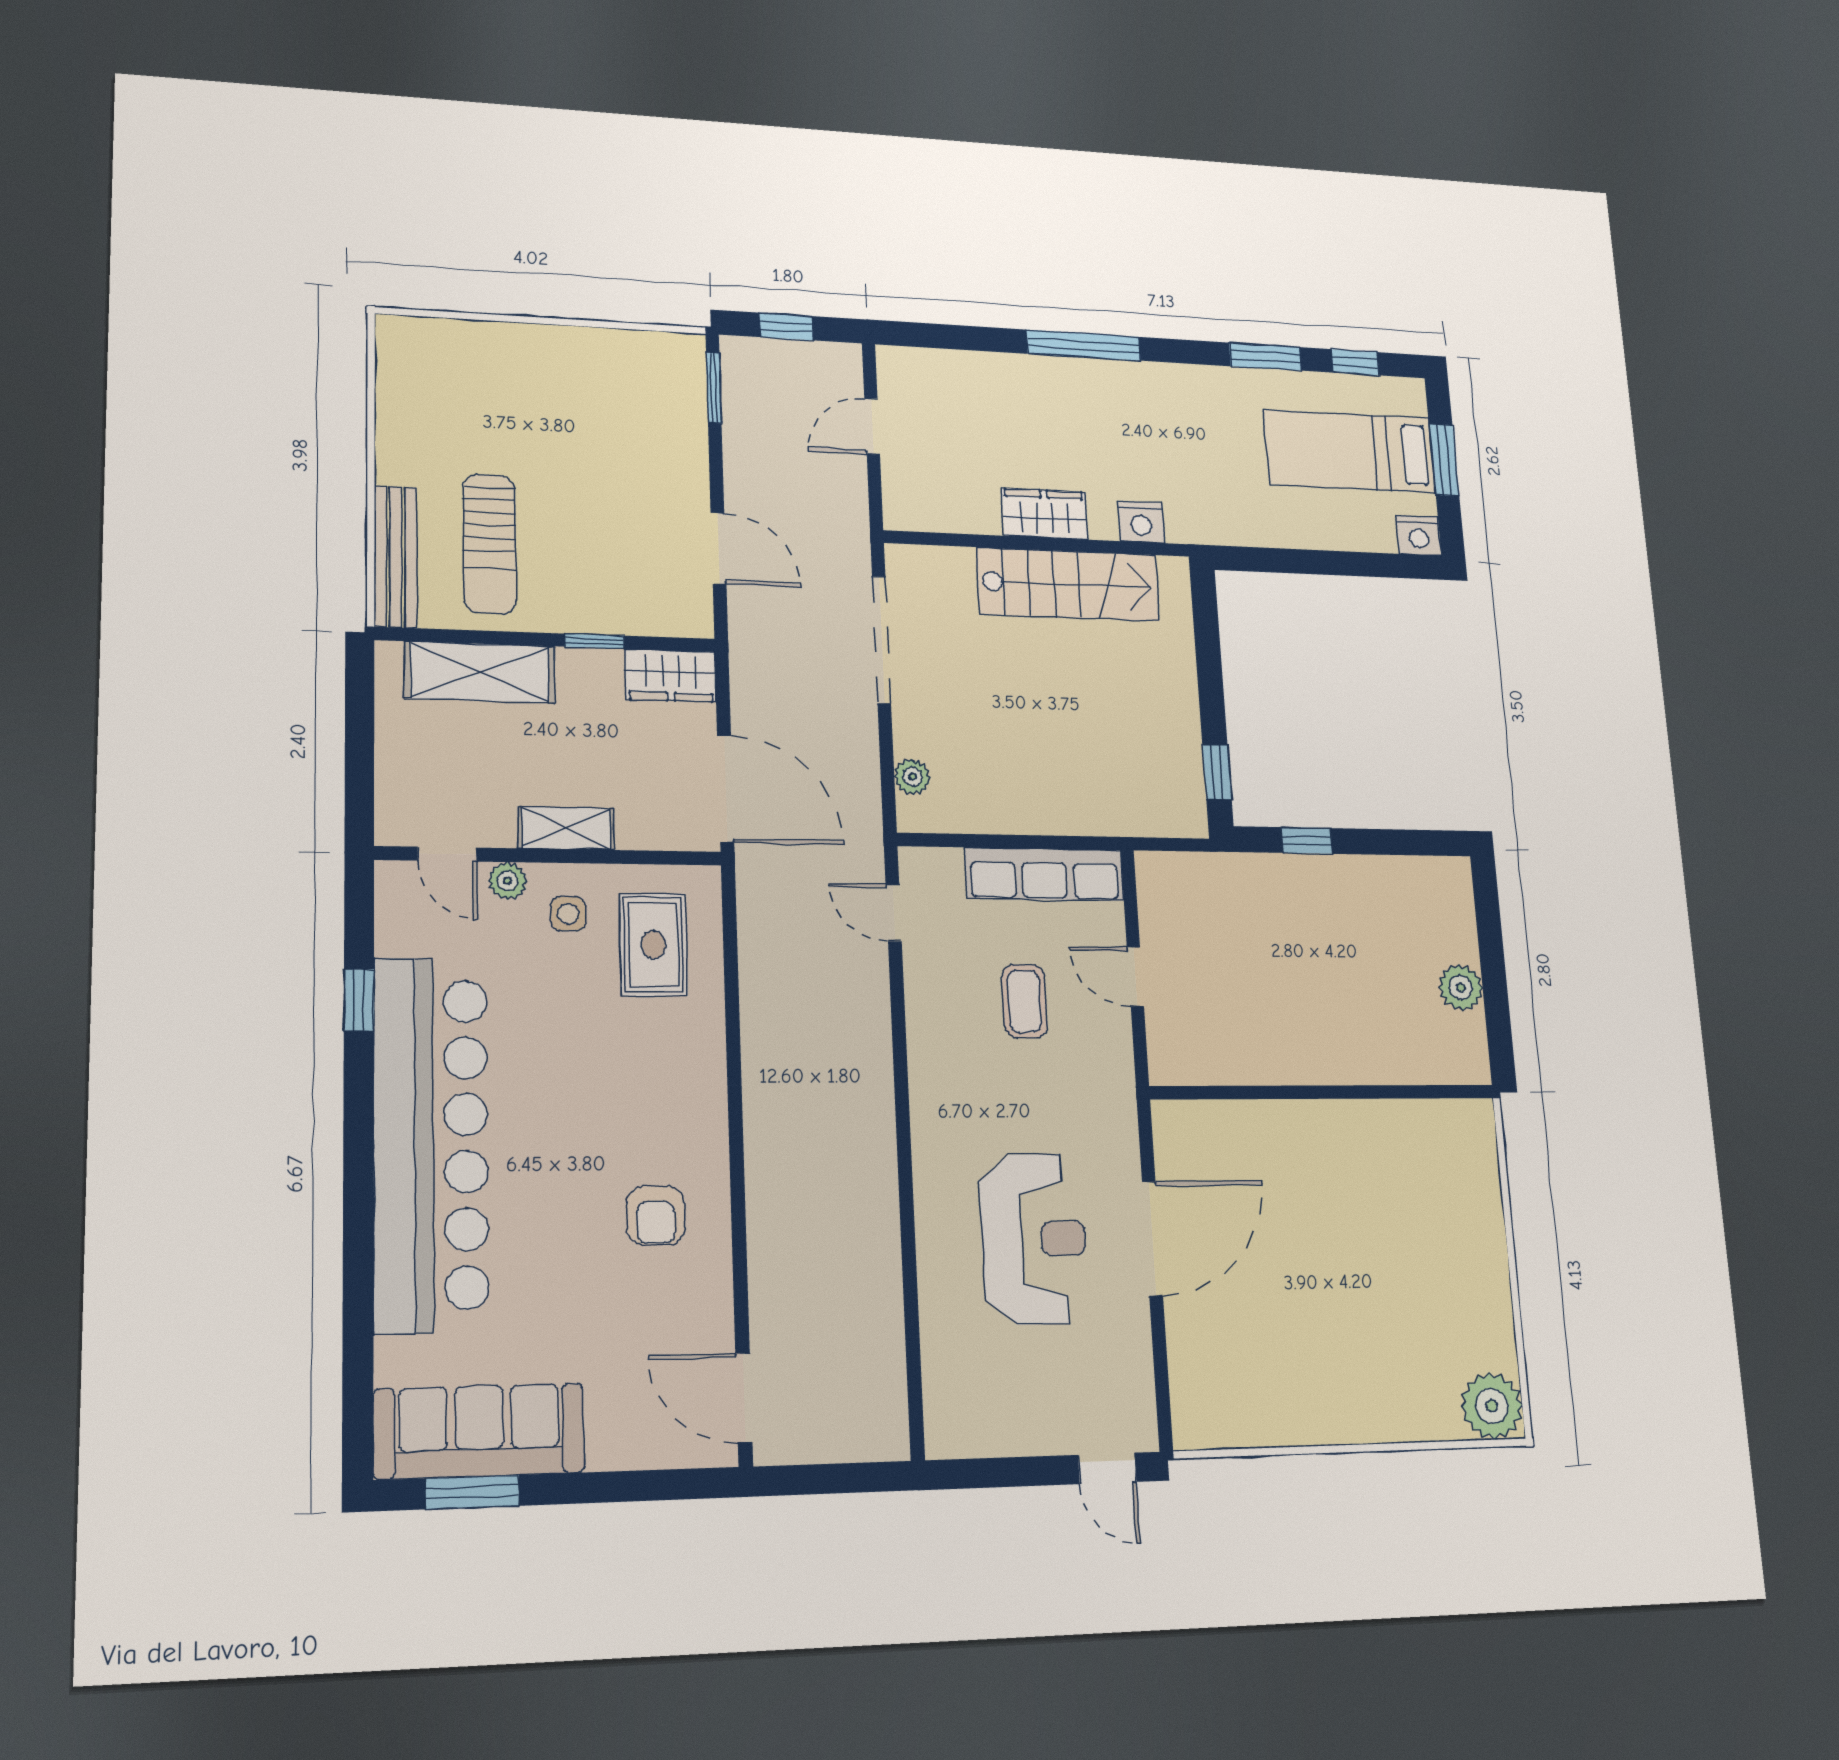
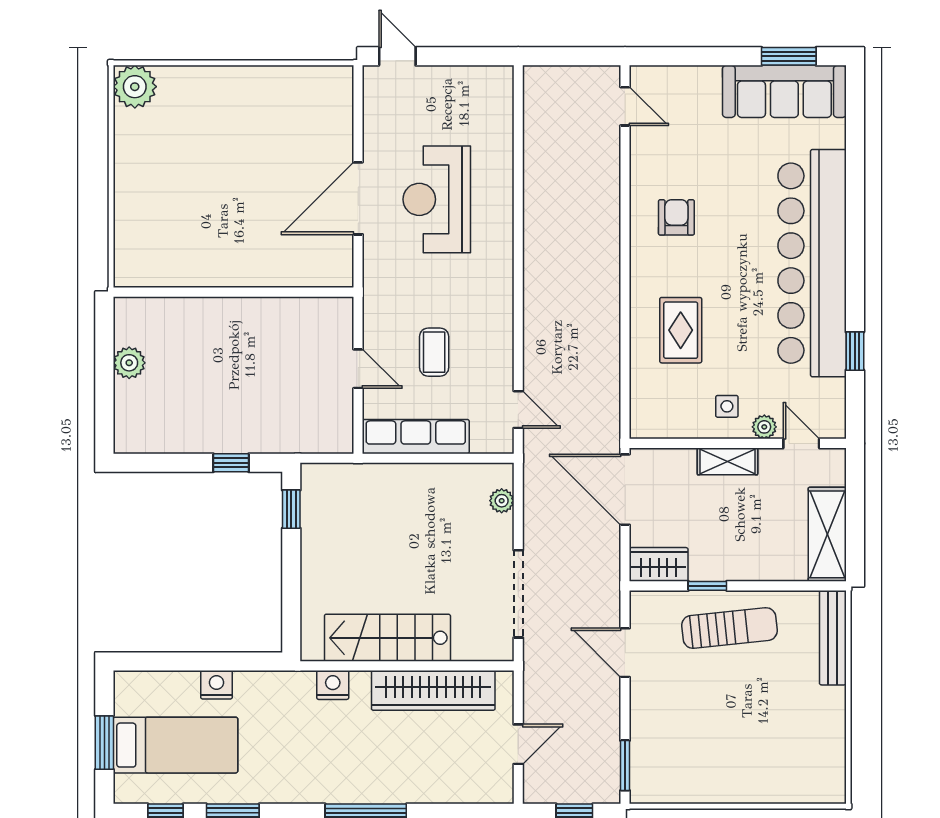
wardrobe: (1045, 514) -> (433, 690), width x2.10, depth x1.17
nightstand: (1419, 535) -> (216, 685), moved
sun lounger: (490, 544) -> (729, 628), moved, turned 84
shelving: (480, 672) -> (827, 534), moved, turned 90
rug: (653, 945) -> (681, 330), moved
door: (744, 1398) -> (625, 106), width x0.73

